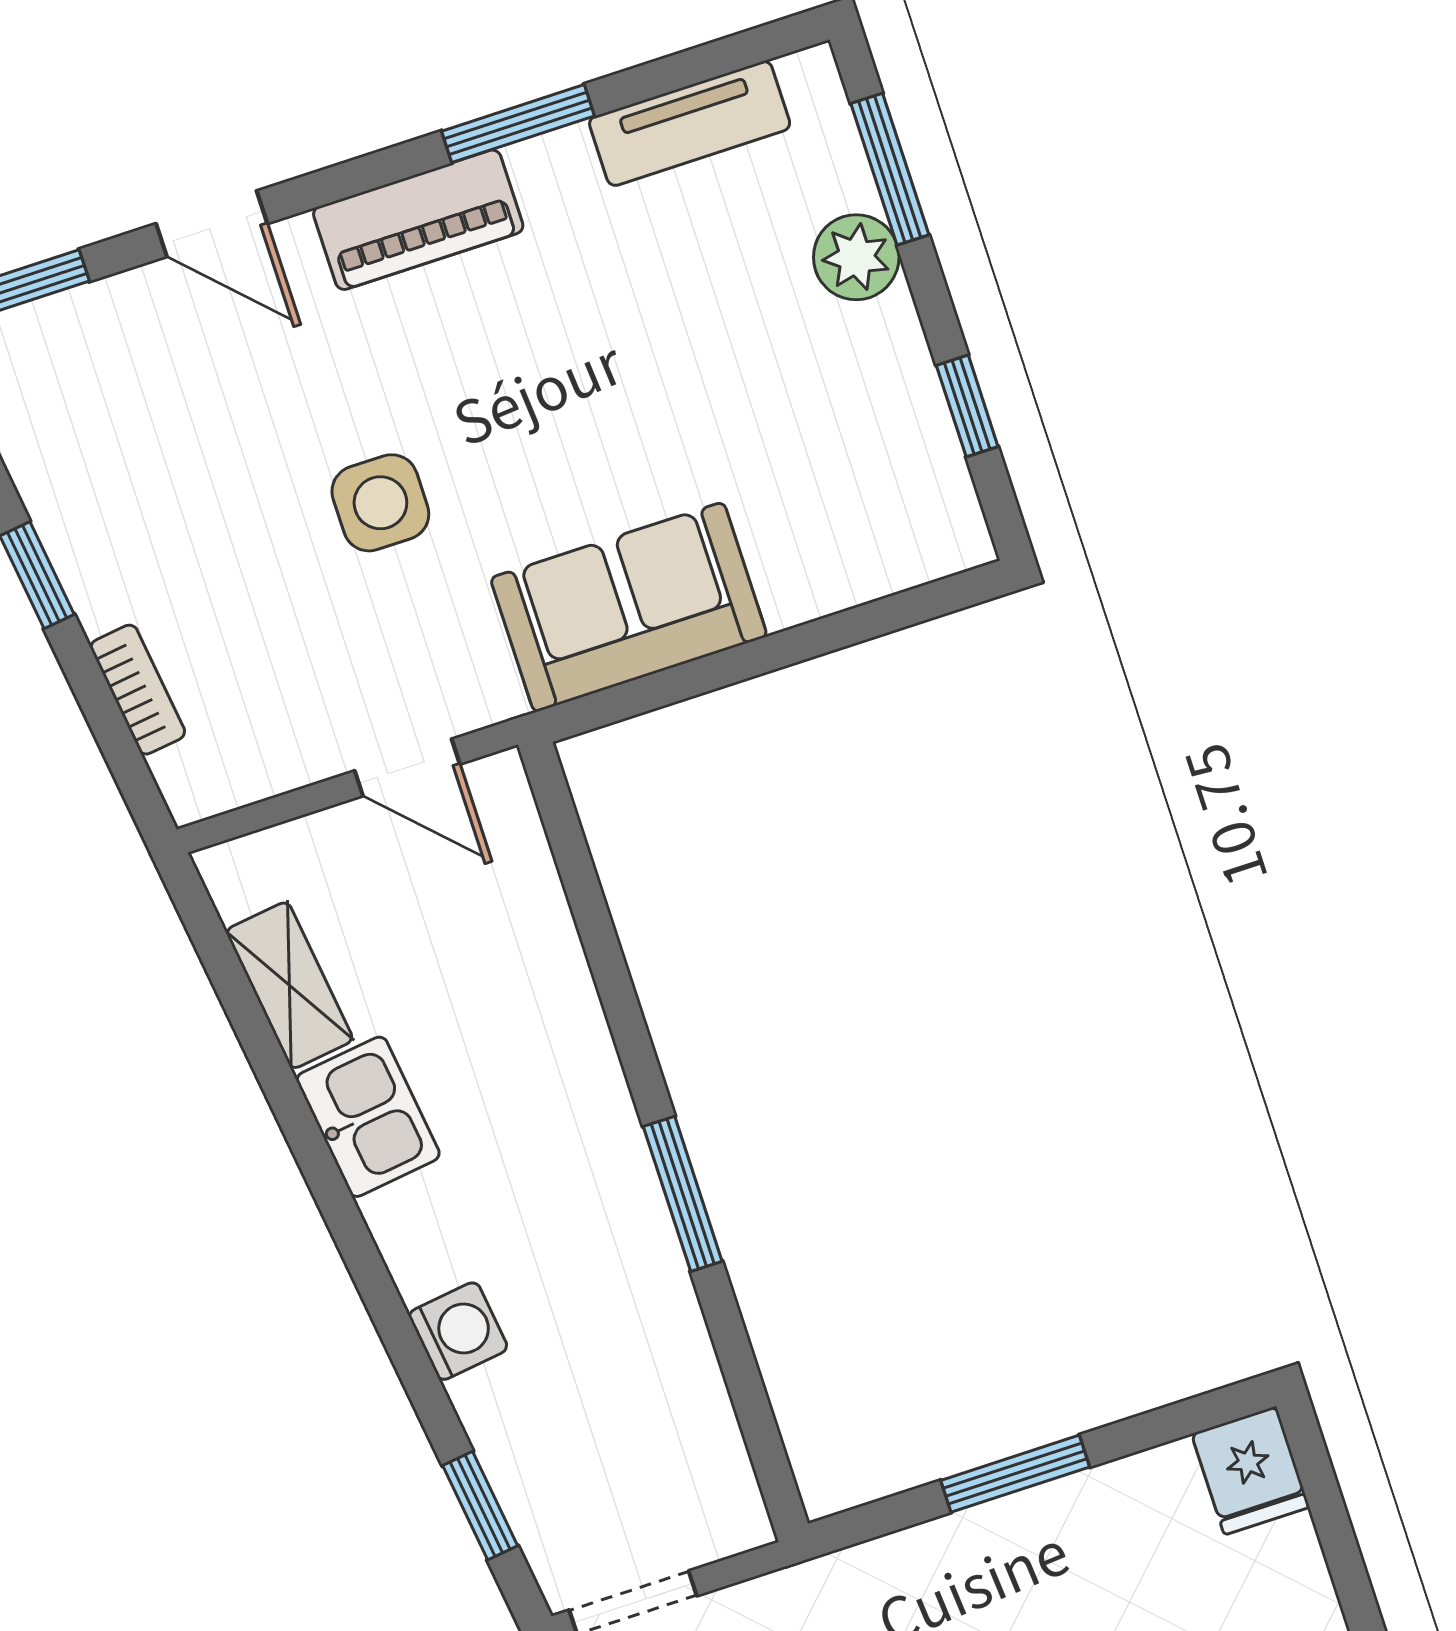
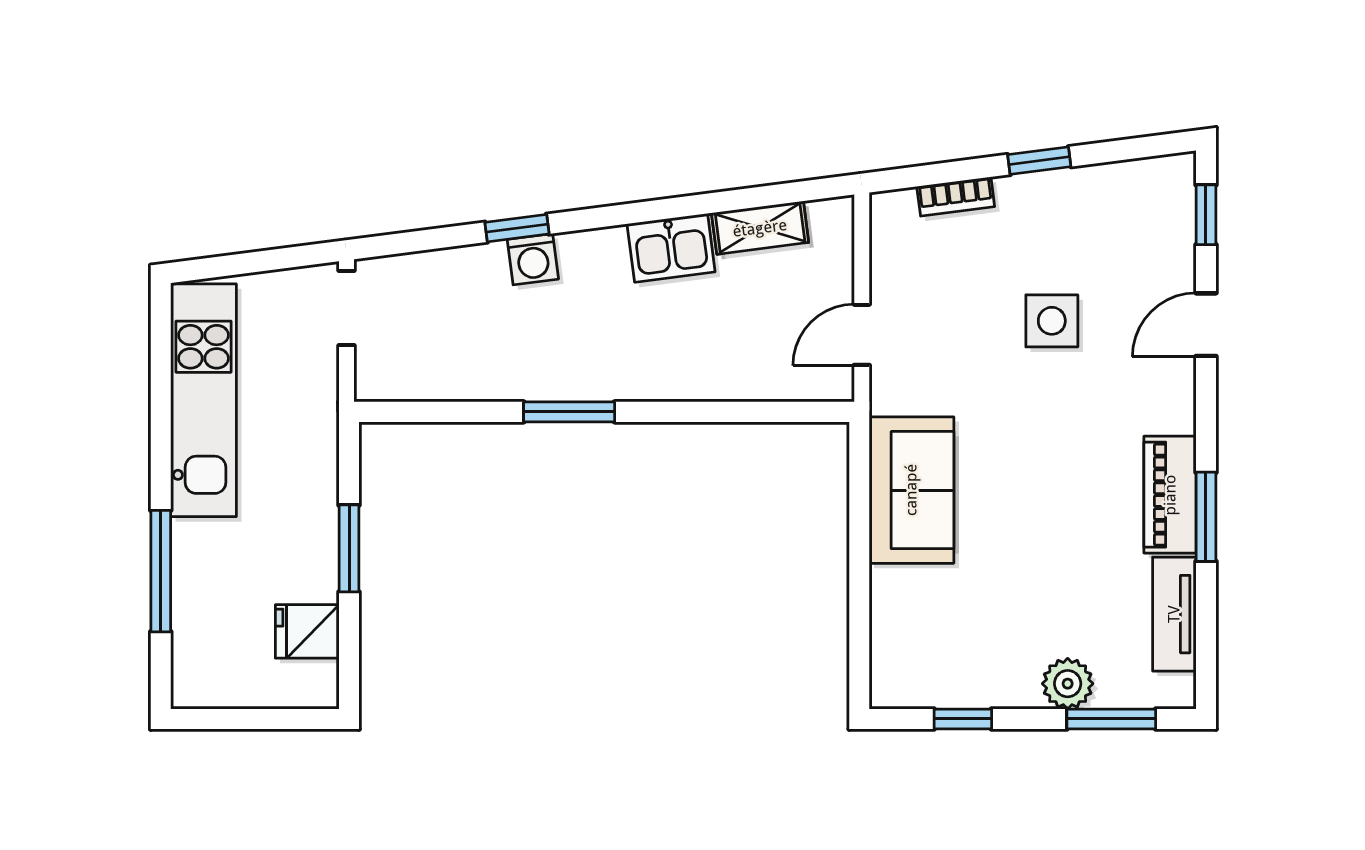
piano: (418, 220) -> (1170, 495), moved
side table: (380, 503) -> (1052, 321), moved
fridge: (1250, 1471) -> (307, 631), moved
window: (480, 1506) -> (517, 228), moved

